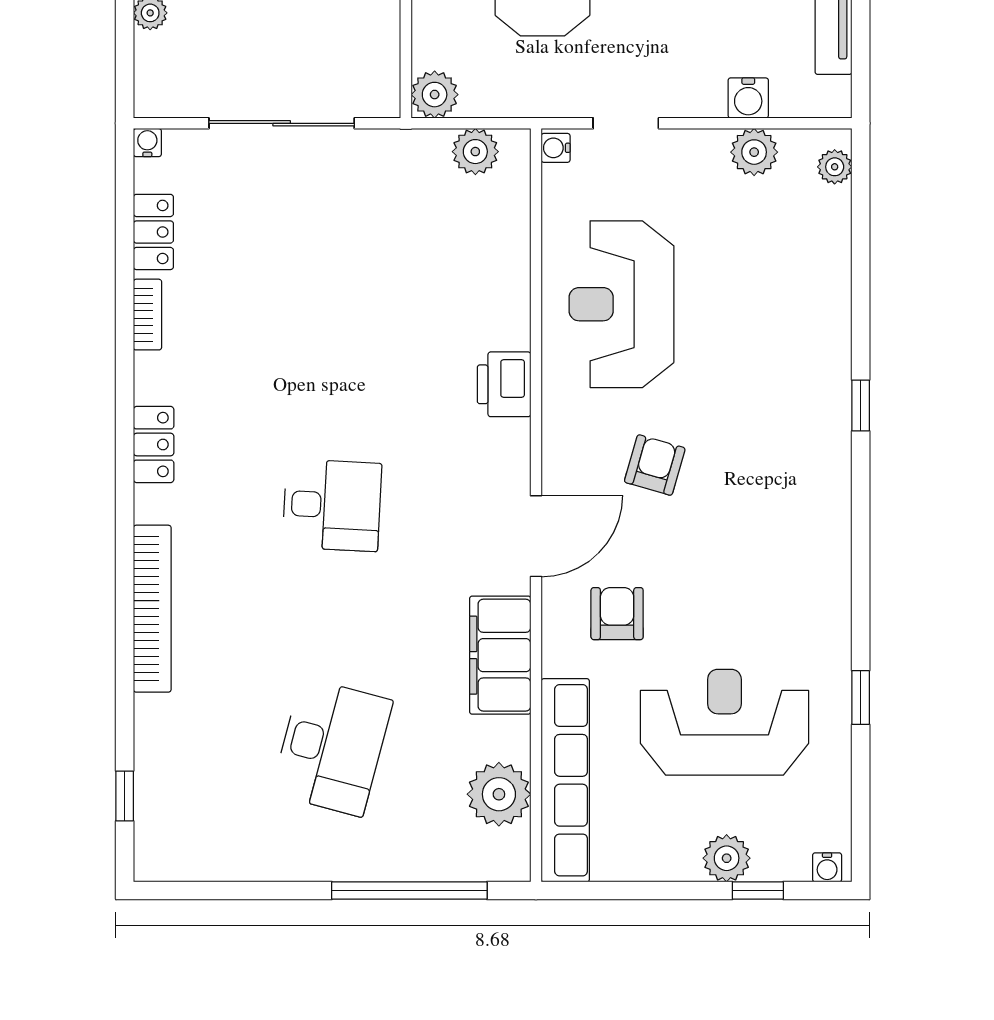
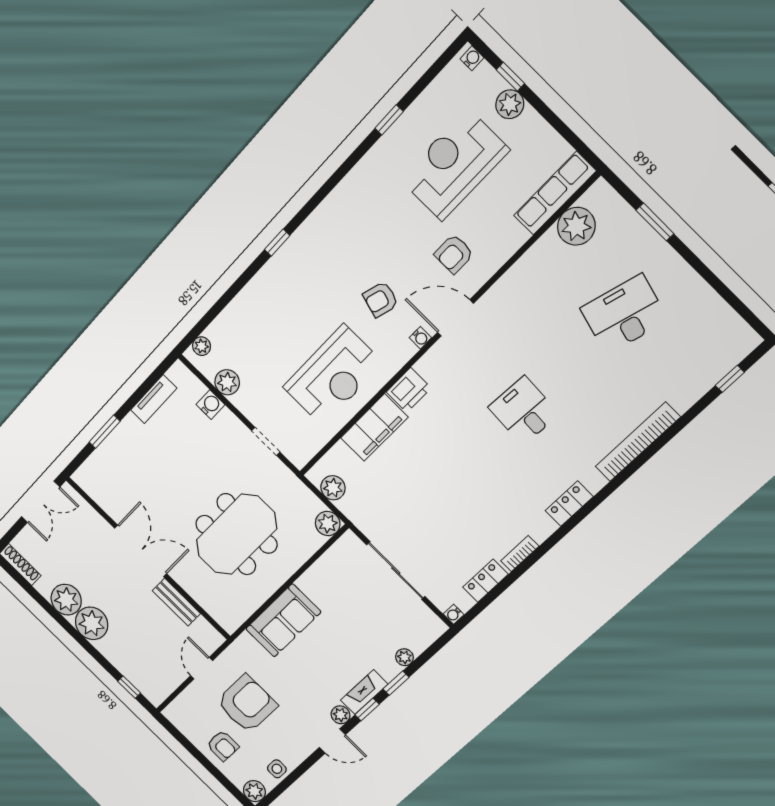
water cooler: (556, 148) -> (420, 338), moved
filing cabinet: (500, 655) -> (374, 427), moved
reception desk: (724, 722) -> (454, 165), turned 90
row of seats: (565, 780) -> (555, 193), width x0.73
window: (409, 891) -> (655, 222), width x0.47

